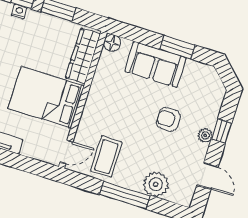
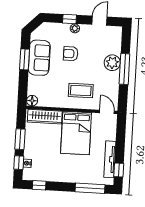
sofa: (155, 64) -> (39, 58), moved
armchair: (168, 119) -> (71, 54), turned 90
coffee table: (106, 157) -> (81, 91), moved
plant: (156, 184) -> (112, 63), moved

